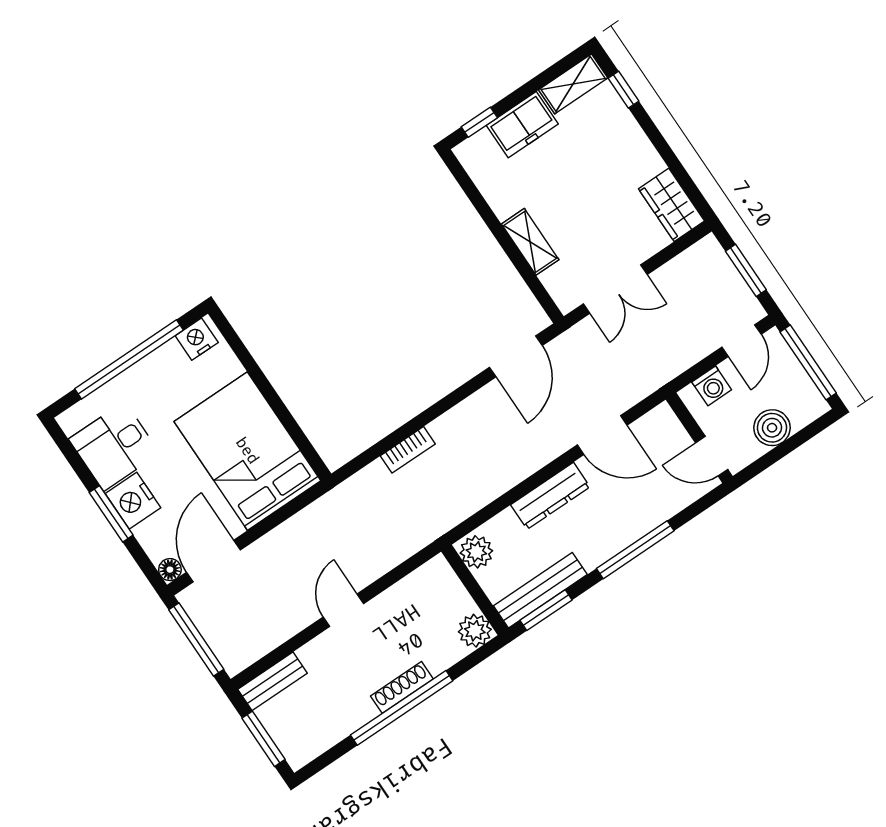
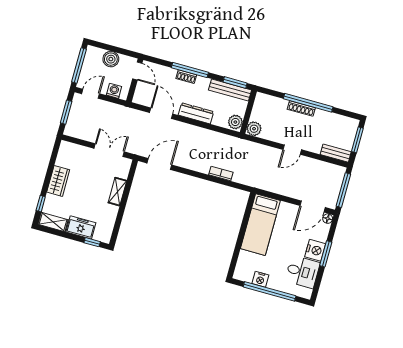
wardrobe: (672, 205) -> (58, 181), moved
nightstand: (197, 339) -> (260, 279), moved
bed: (247, 451) -> (260, 225), width x0.67
shoe rack: (629, 534) -> (186, 77), added
plant: (475, 631) -> (254, 129), moved

